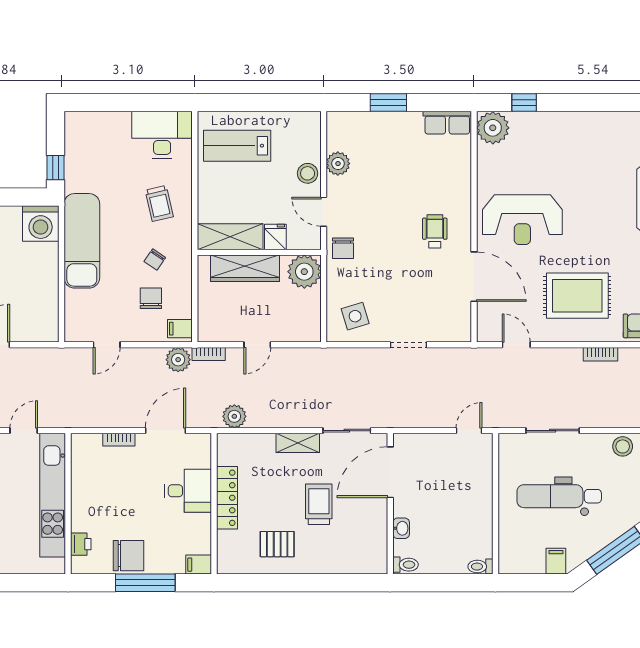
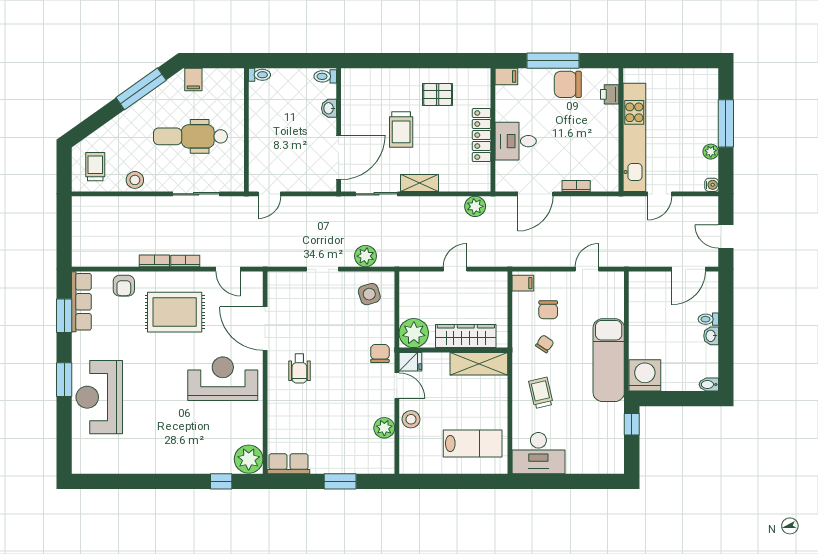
fridge: (275, 237) -> (410, 362), moved, turned -90
bookcase: (209, 354) -> (185, 261), moved
plant: (178, 360) -> (366, 256), moved
dental chair: (559, 496) -> (190, 136), turned 180

